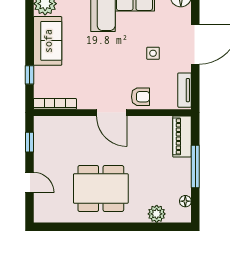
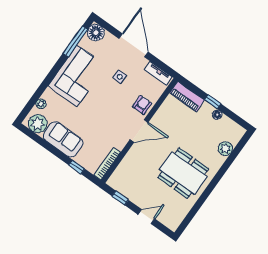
window: (195, 166) -> (213, 102), width x0.46
dining table: (101, 188) -> (183, 173), turned 90
floor lamp: (185, 201) -> (217, 115), moved

